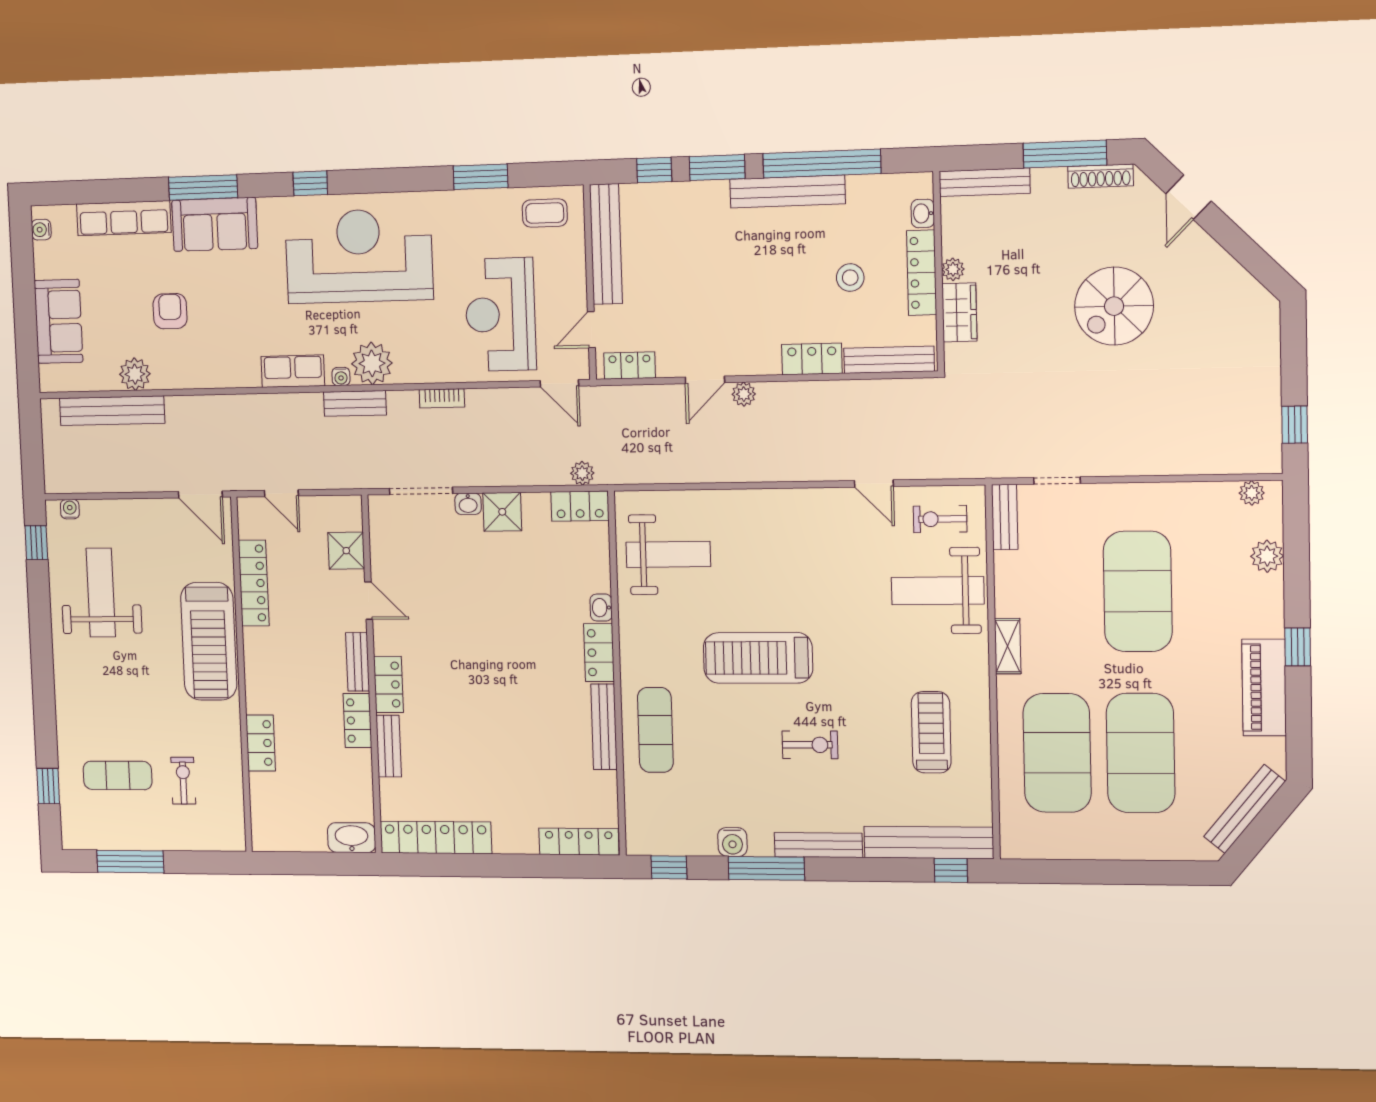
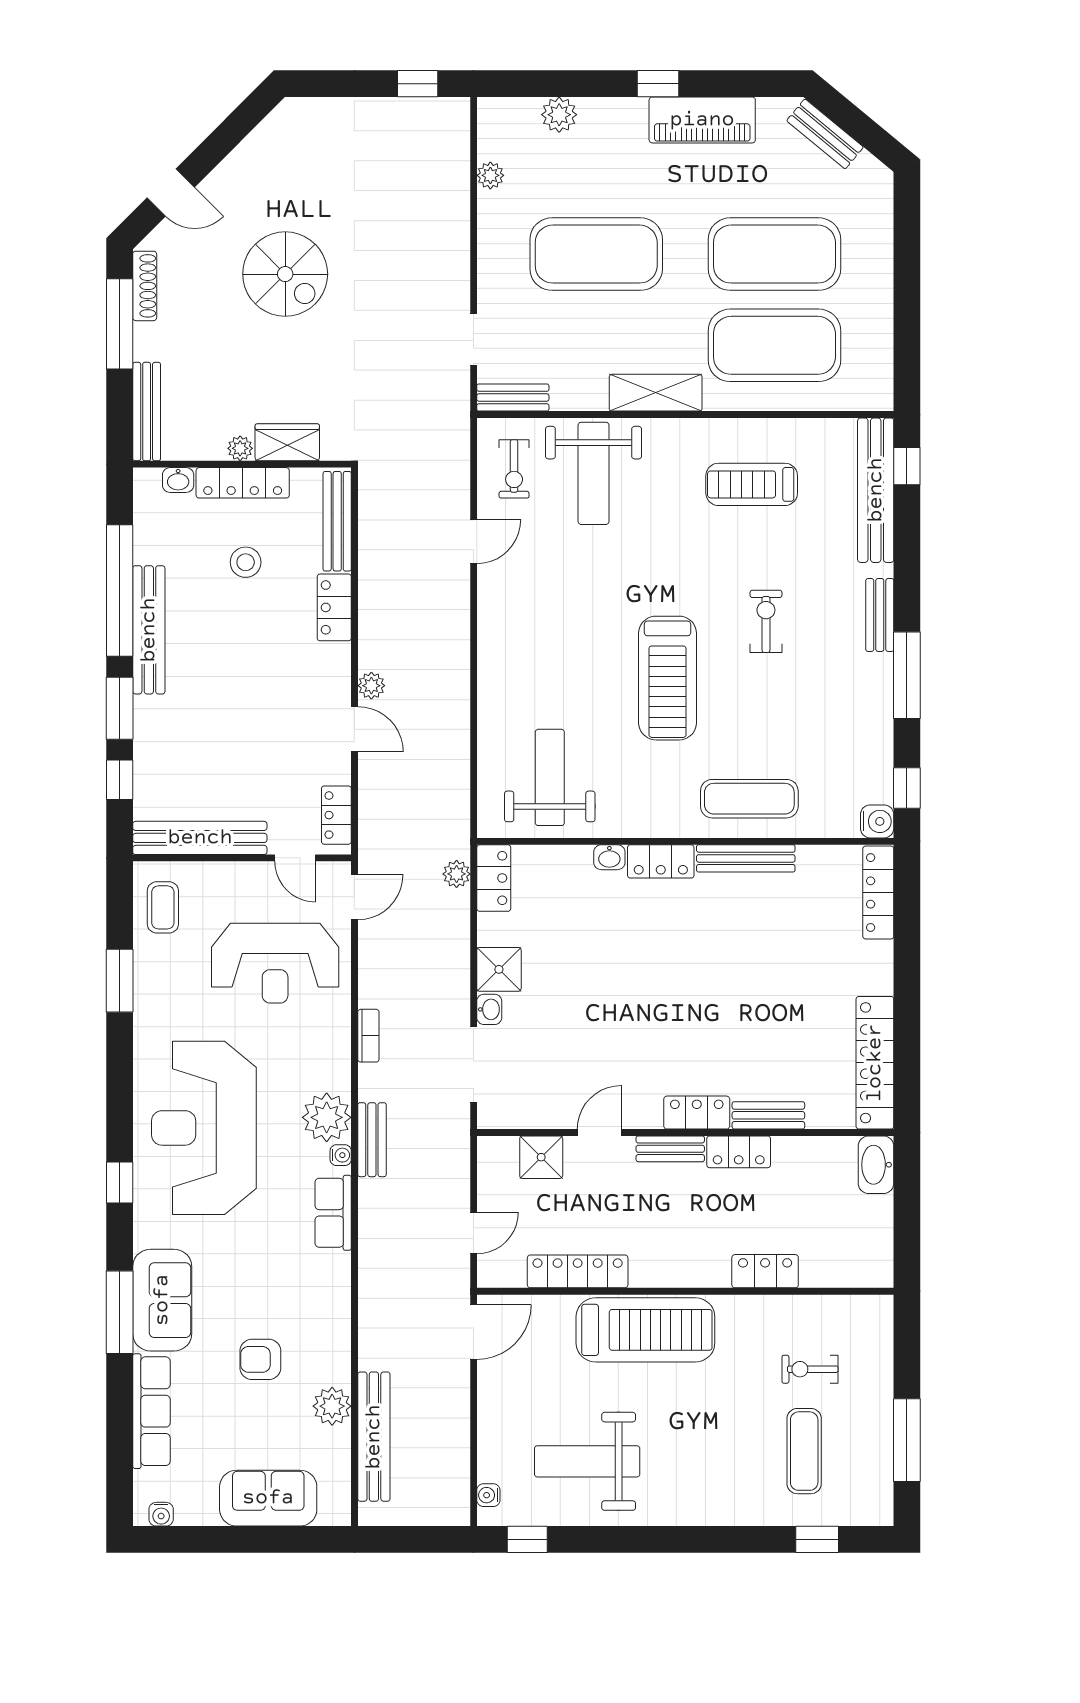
plant: (1252, 493) -> (490, 175), moved
shelving: (1008, 646) -> (656, 393), width x1.50, depth x1.33
bench: (1245, 809) -> (825, 134), width x0.73
water cooler: (732, 842) -> (877, 821), moved
bench: (818, 845) -> (880, 615), width x0.73

